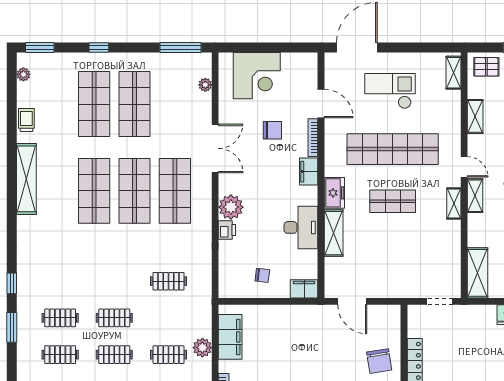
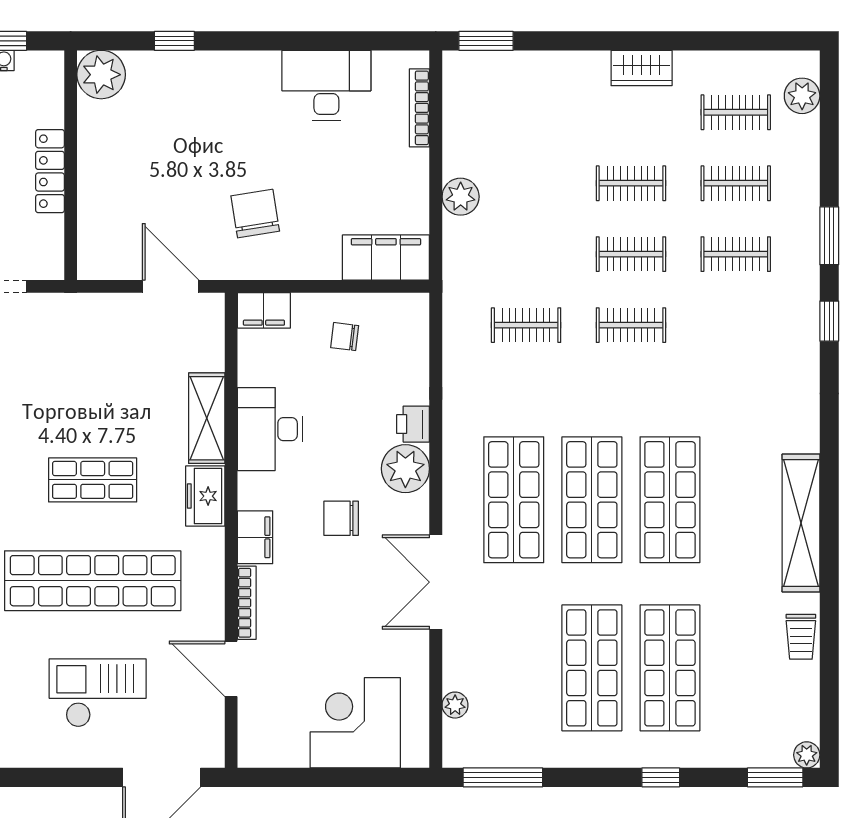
plant: (23, 74) -> (807, 755), moved
checkout: (390, 91) -> (98, 693), turned 180
chair: (272, 130) -> (341, 518), moved
filing cabinet: (230, 337) -> (386, 258), moved, turned 90
clothes rail: (168, 355) -> (631, 325), moved
chair: (379, 361) -> (255, 214), moved

